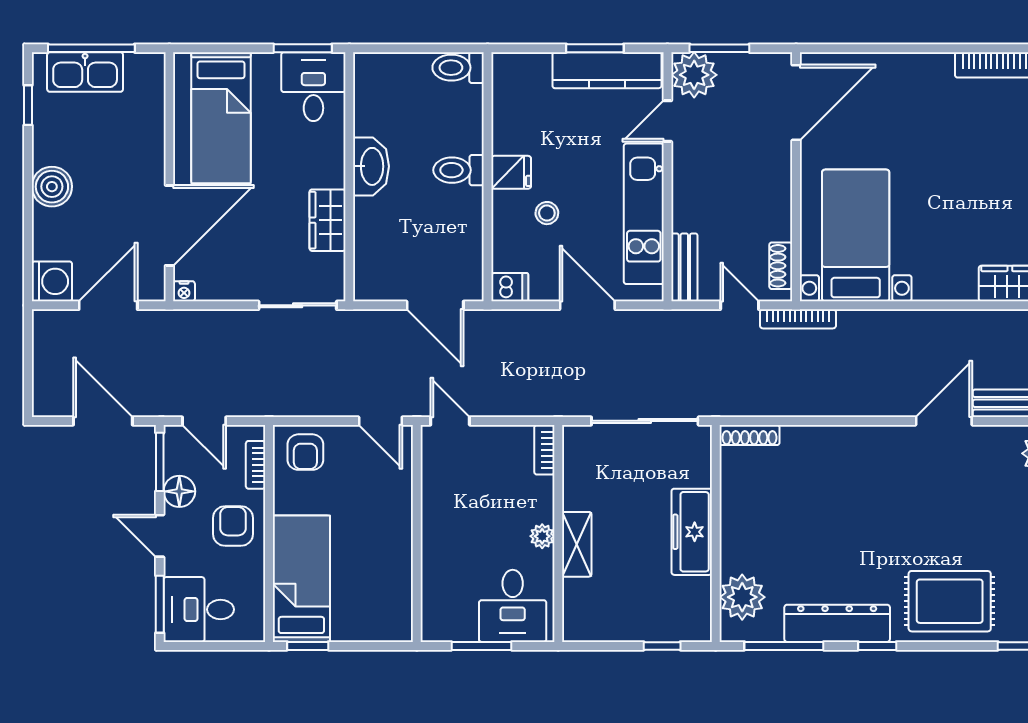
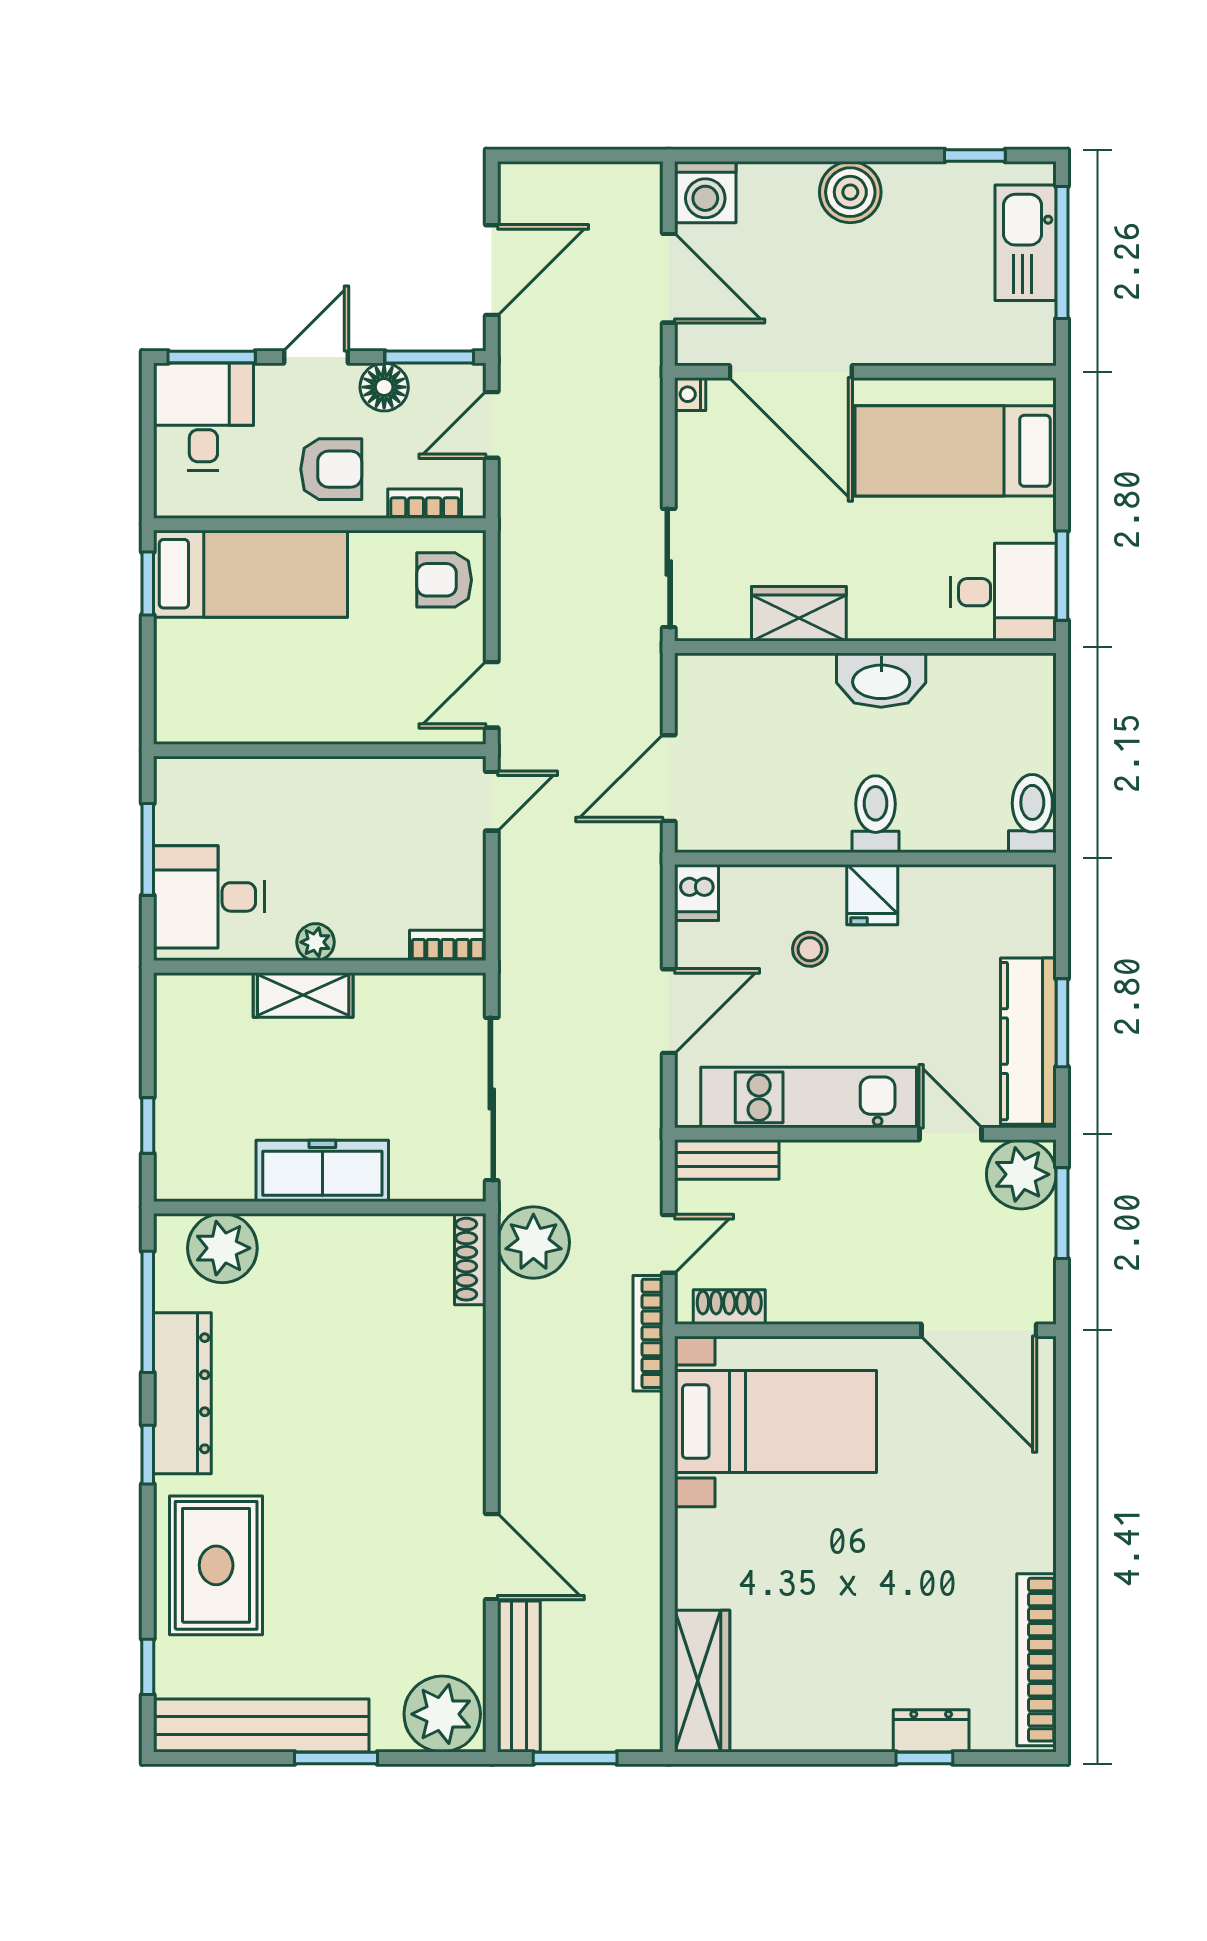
plant: (739, 394) -> (533, 1243), added

